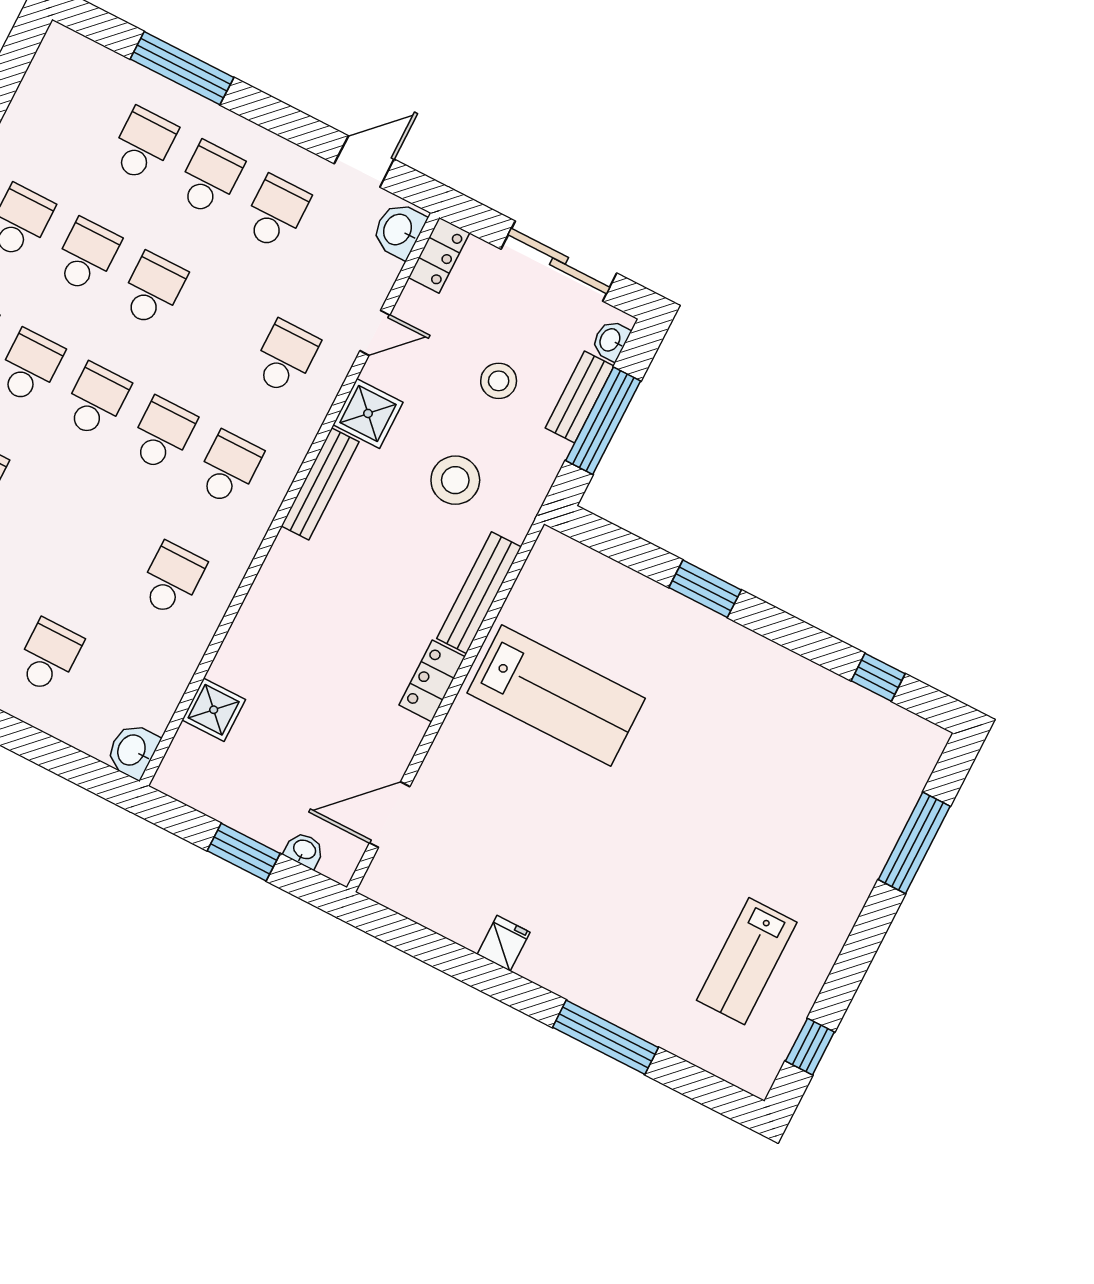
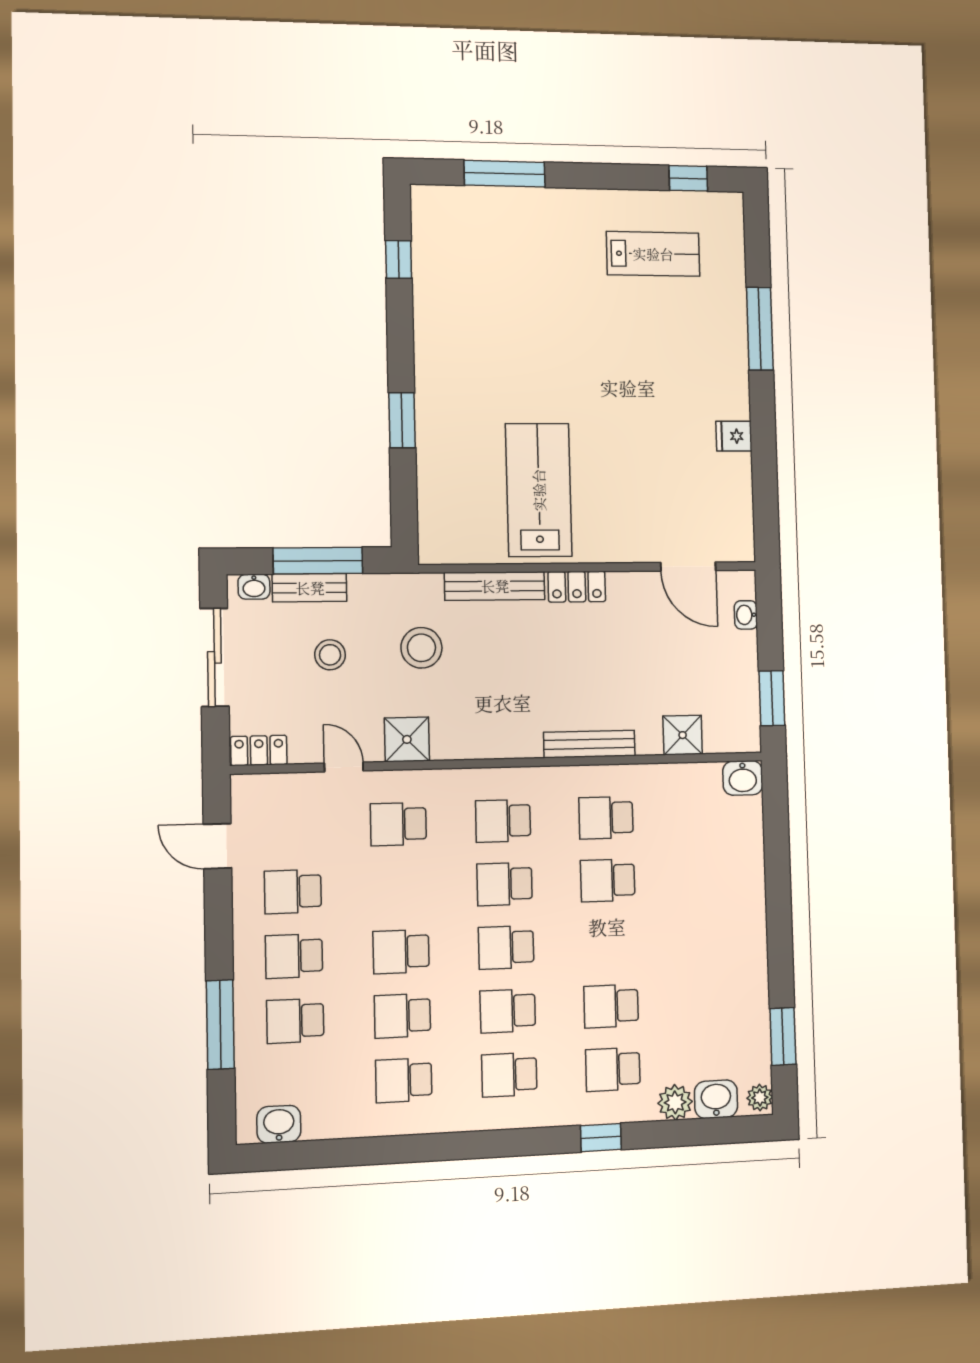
washbasin: (399, 230) -> (279, 1124), moved, turned 180
bench: (320, 484) -> (589, 744), moved
school desk: (49, 656) -> (608, 880), moved
window: (244, 852) -> (772, 698), moved

